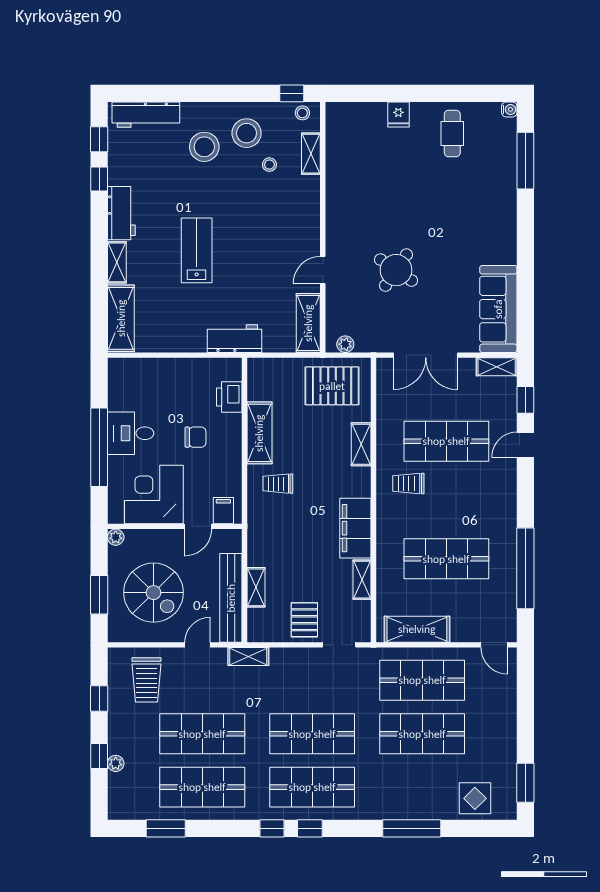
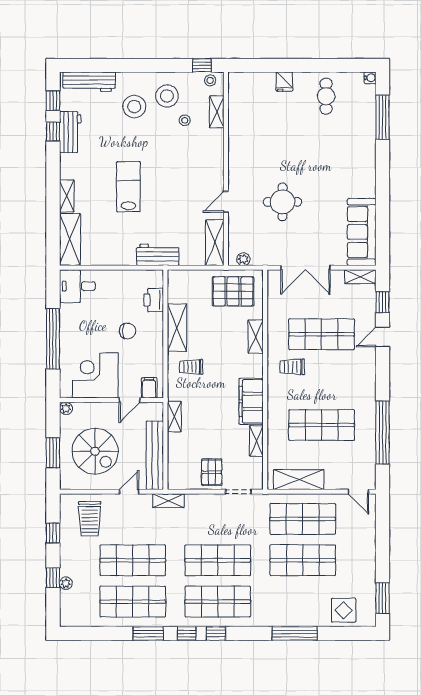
workbench: (121, 213) -> (70, 132), moved
round table: (396, 270) -> (283, 202), turned -34
desk: (131, 433) -> (77, 286), moved
shelving: (256, 587) -> (174, 417), moved
window: (166, 828) -> (148, 634), moved

